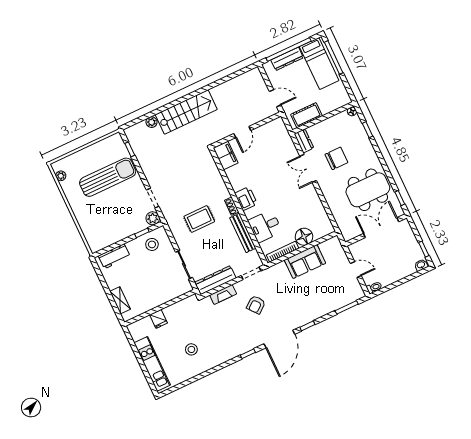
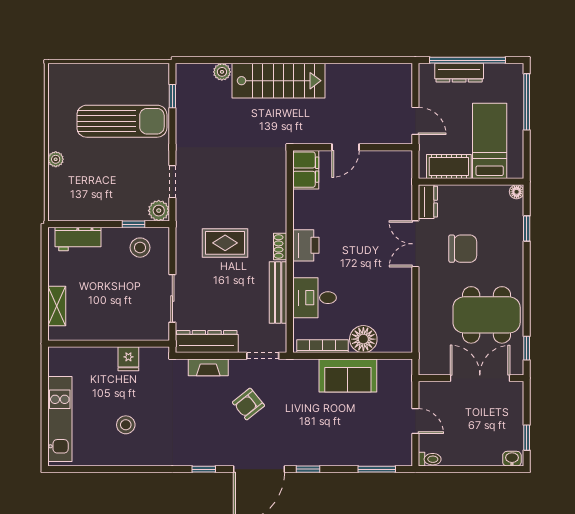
bed: (319, 64) -> (490, 141), moved, turned 180
plant: (61, 176) -> (56, 159), moved
fridge: (159, 319) -> (128, 359), moved

